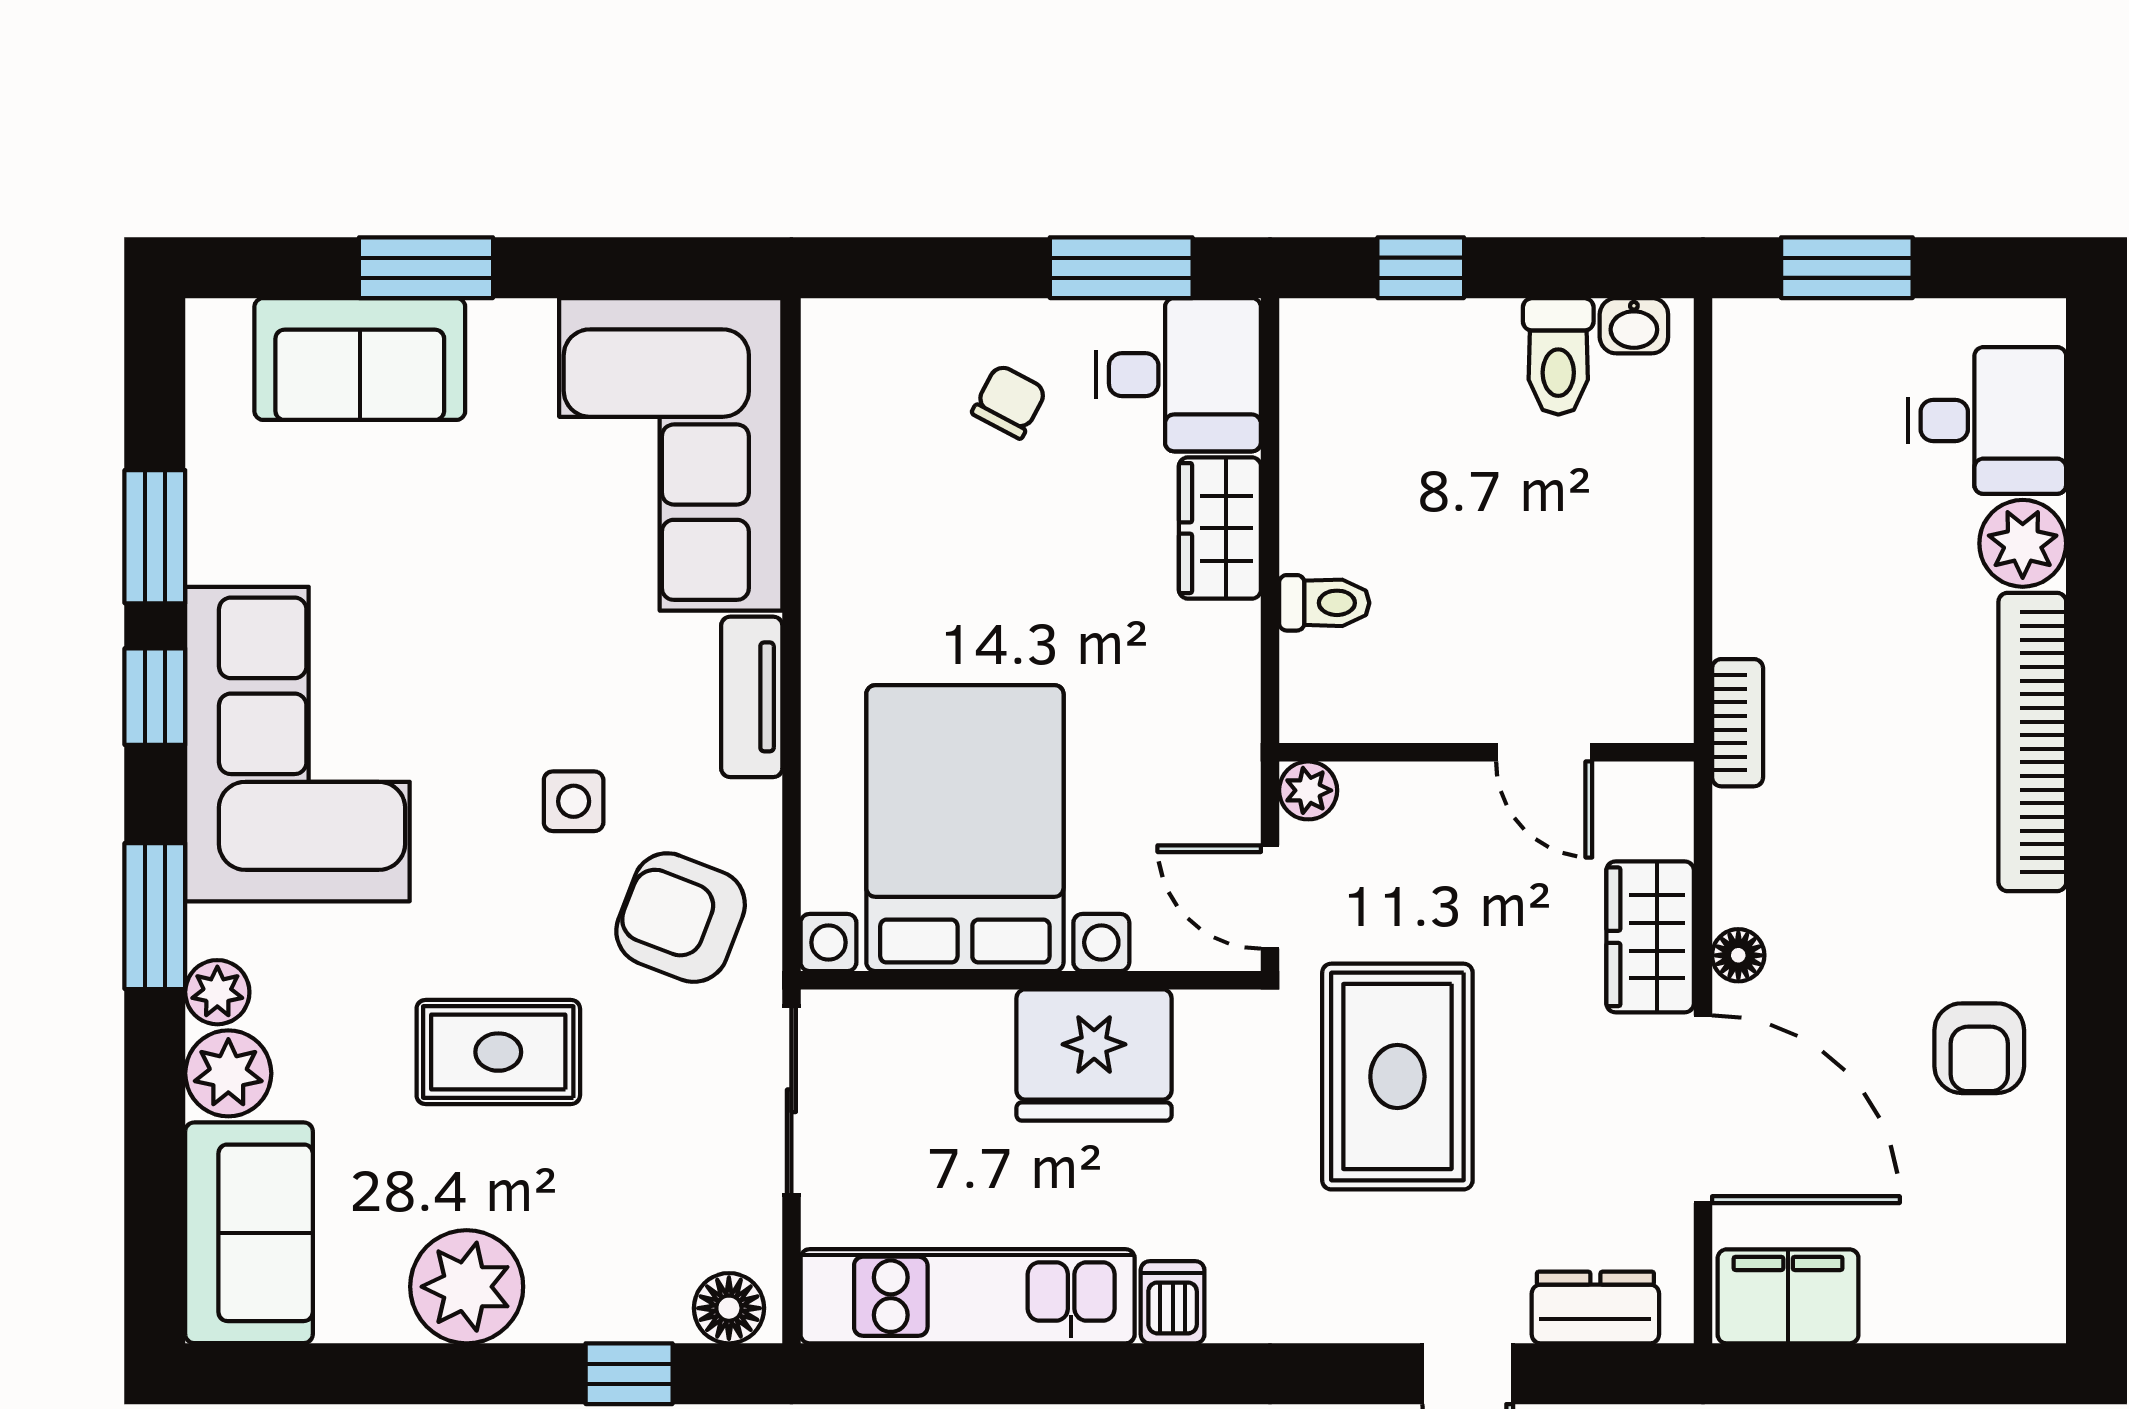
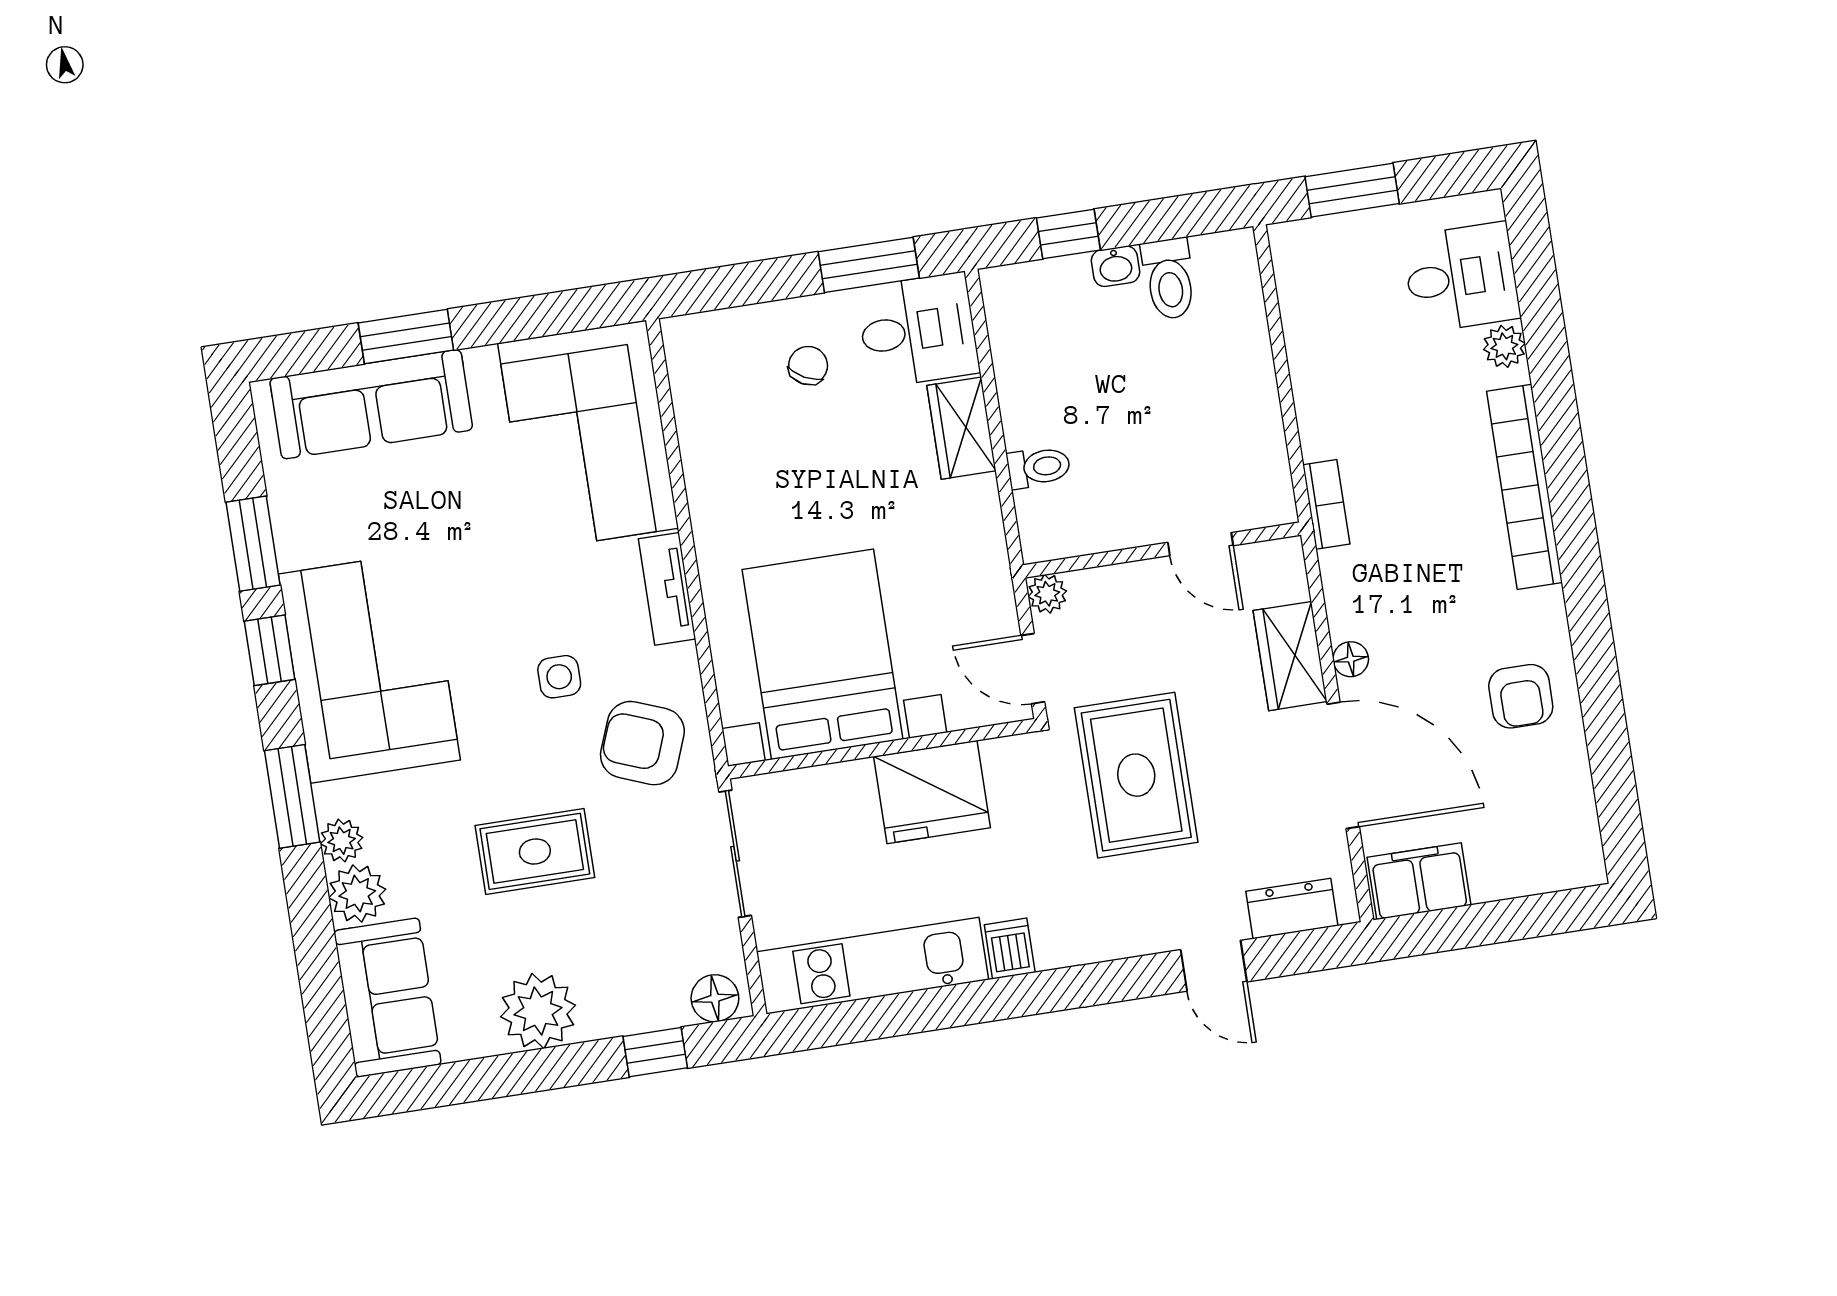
washbasin: (1634, 326) -> (1116, 266), moved
sofa: (360, 359) -> (371, 404), width x1.36
plant: (2023, 543) -> (1504, 346), width x0.73, depth x0.73

